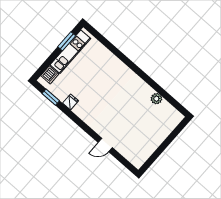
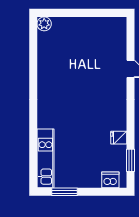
kitchen unit: (70, 52) -> (45, 158), moved, turned 90
plant: (156, 99) -> (44, 24), moved

